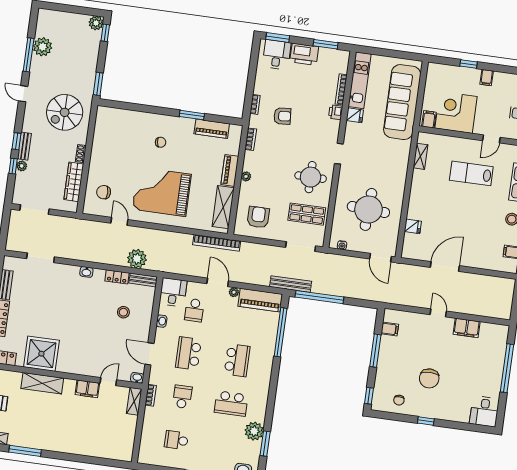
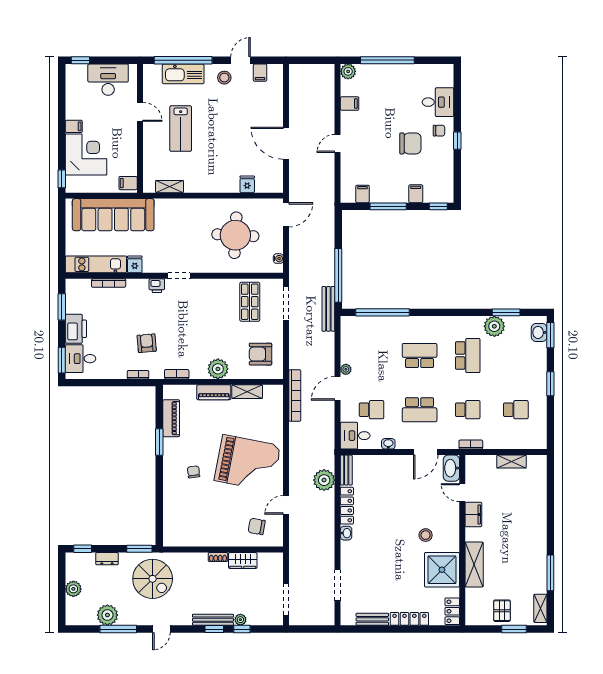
plant: (96, 23) -> (73, 589), moved
dresser: (93, 53) -> (107, 559), added
window: (469, 64) -> (62, 179), moved
spiral stairs: (65, 112) -> (153, 579), moved
printer: (336, 112) -> (157, 286), moved
corner desk: (456, 112) -> (86, 154), moved, turned 180
bench: (24, 146) -> (213, 620), width x1.36
plant: (246, 176) -> (218, 369), width x1.88, depth x1.88
round table: (311, 177) -> (209, 303), removed
wardrobe: (74, 182) -> (243, 561), width x0.67
chair: (104, 192) -> (257, 526), turned 100
grand piano: (162, 192) -> (247, 463), turned -79
shelving: (223, 207) -> (247, 392), width x0.67, depth x0.75
locker: (117, 277) -> (347, 506), width x1.53
piano: (260, 300) -> (351, 340), removed
stool: (123, 312) -> (426, 535), moved
filing cabinet: (467, 328) -> (350, 104), width x0.50
plant: (502, 331) -> (348, 71), added
filing cabinet: (383, 377) -> (416, 194), added
washbasin: (137, 378) -> (451, 468), width x1.91, depth x1.45
school desk: (182, 397) -> (468, 410), turned 180
chair: (399, 400) -> (439, 131), moved
shelving: (134, 401) -> (512, 462), moved
desk: (484, 411) -> (438, 102), moved
school desk: (176, 440) -> (516, 410), turned -90

